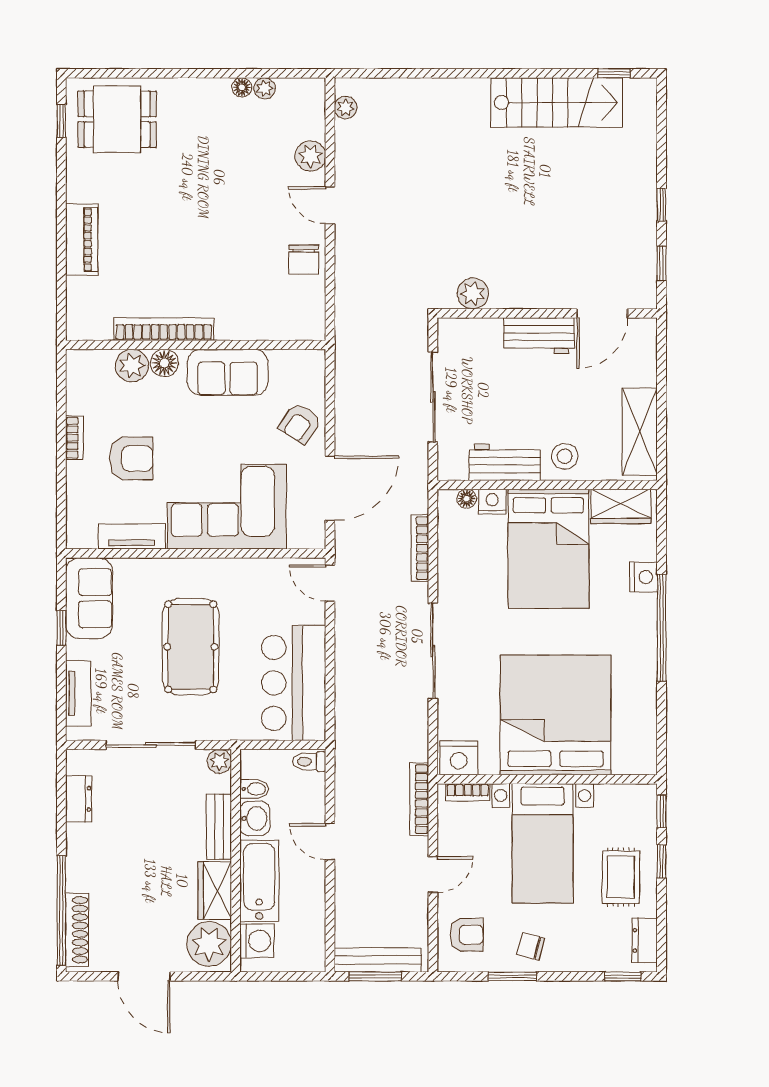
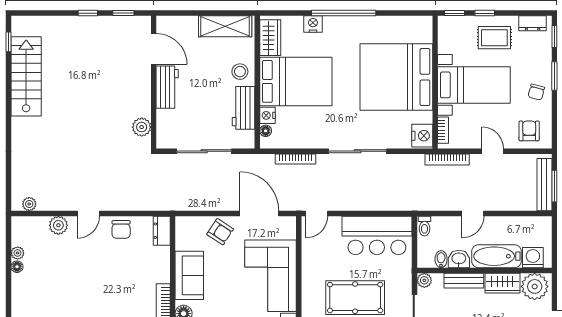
chair: (304, 260) -> (121, 229), turned 90
dresser: (301, 327) -> (162, 231), added
window: (512, 976) -> (554, 76), moved

